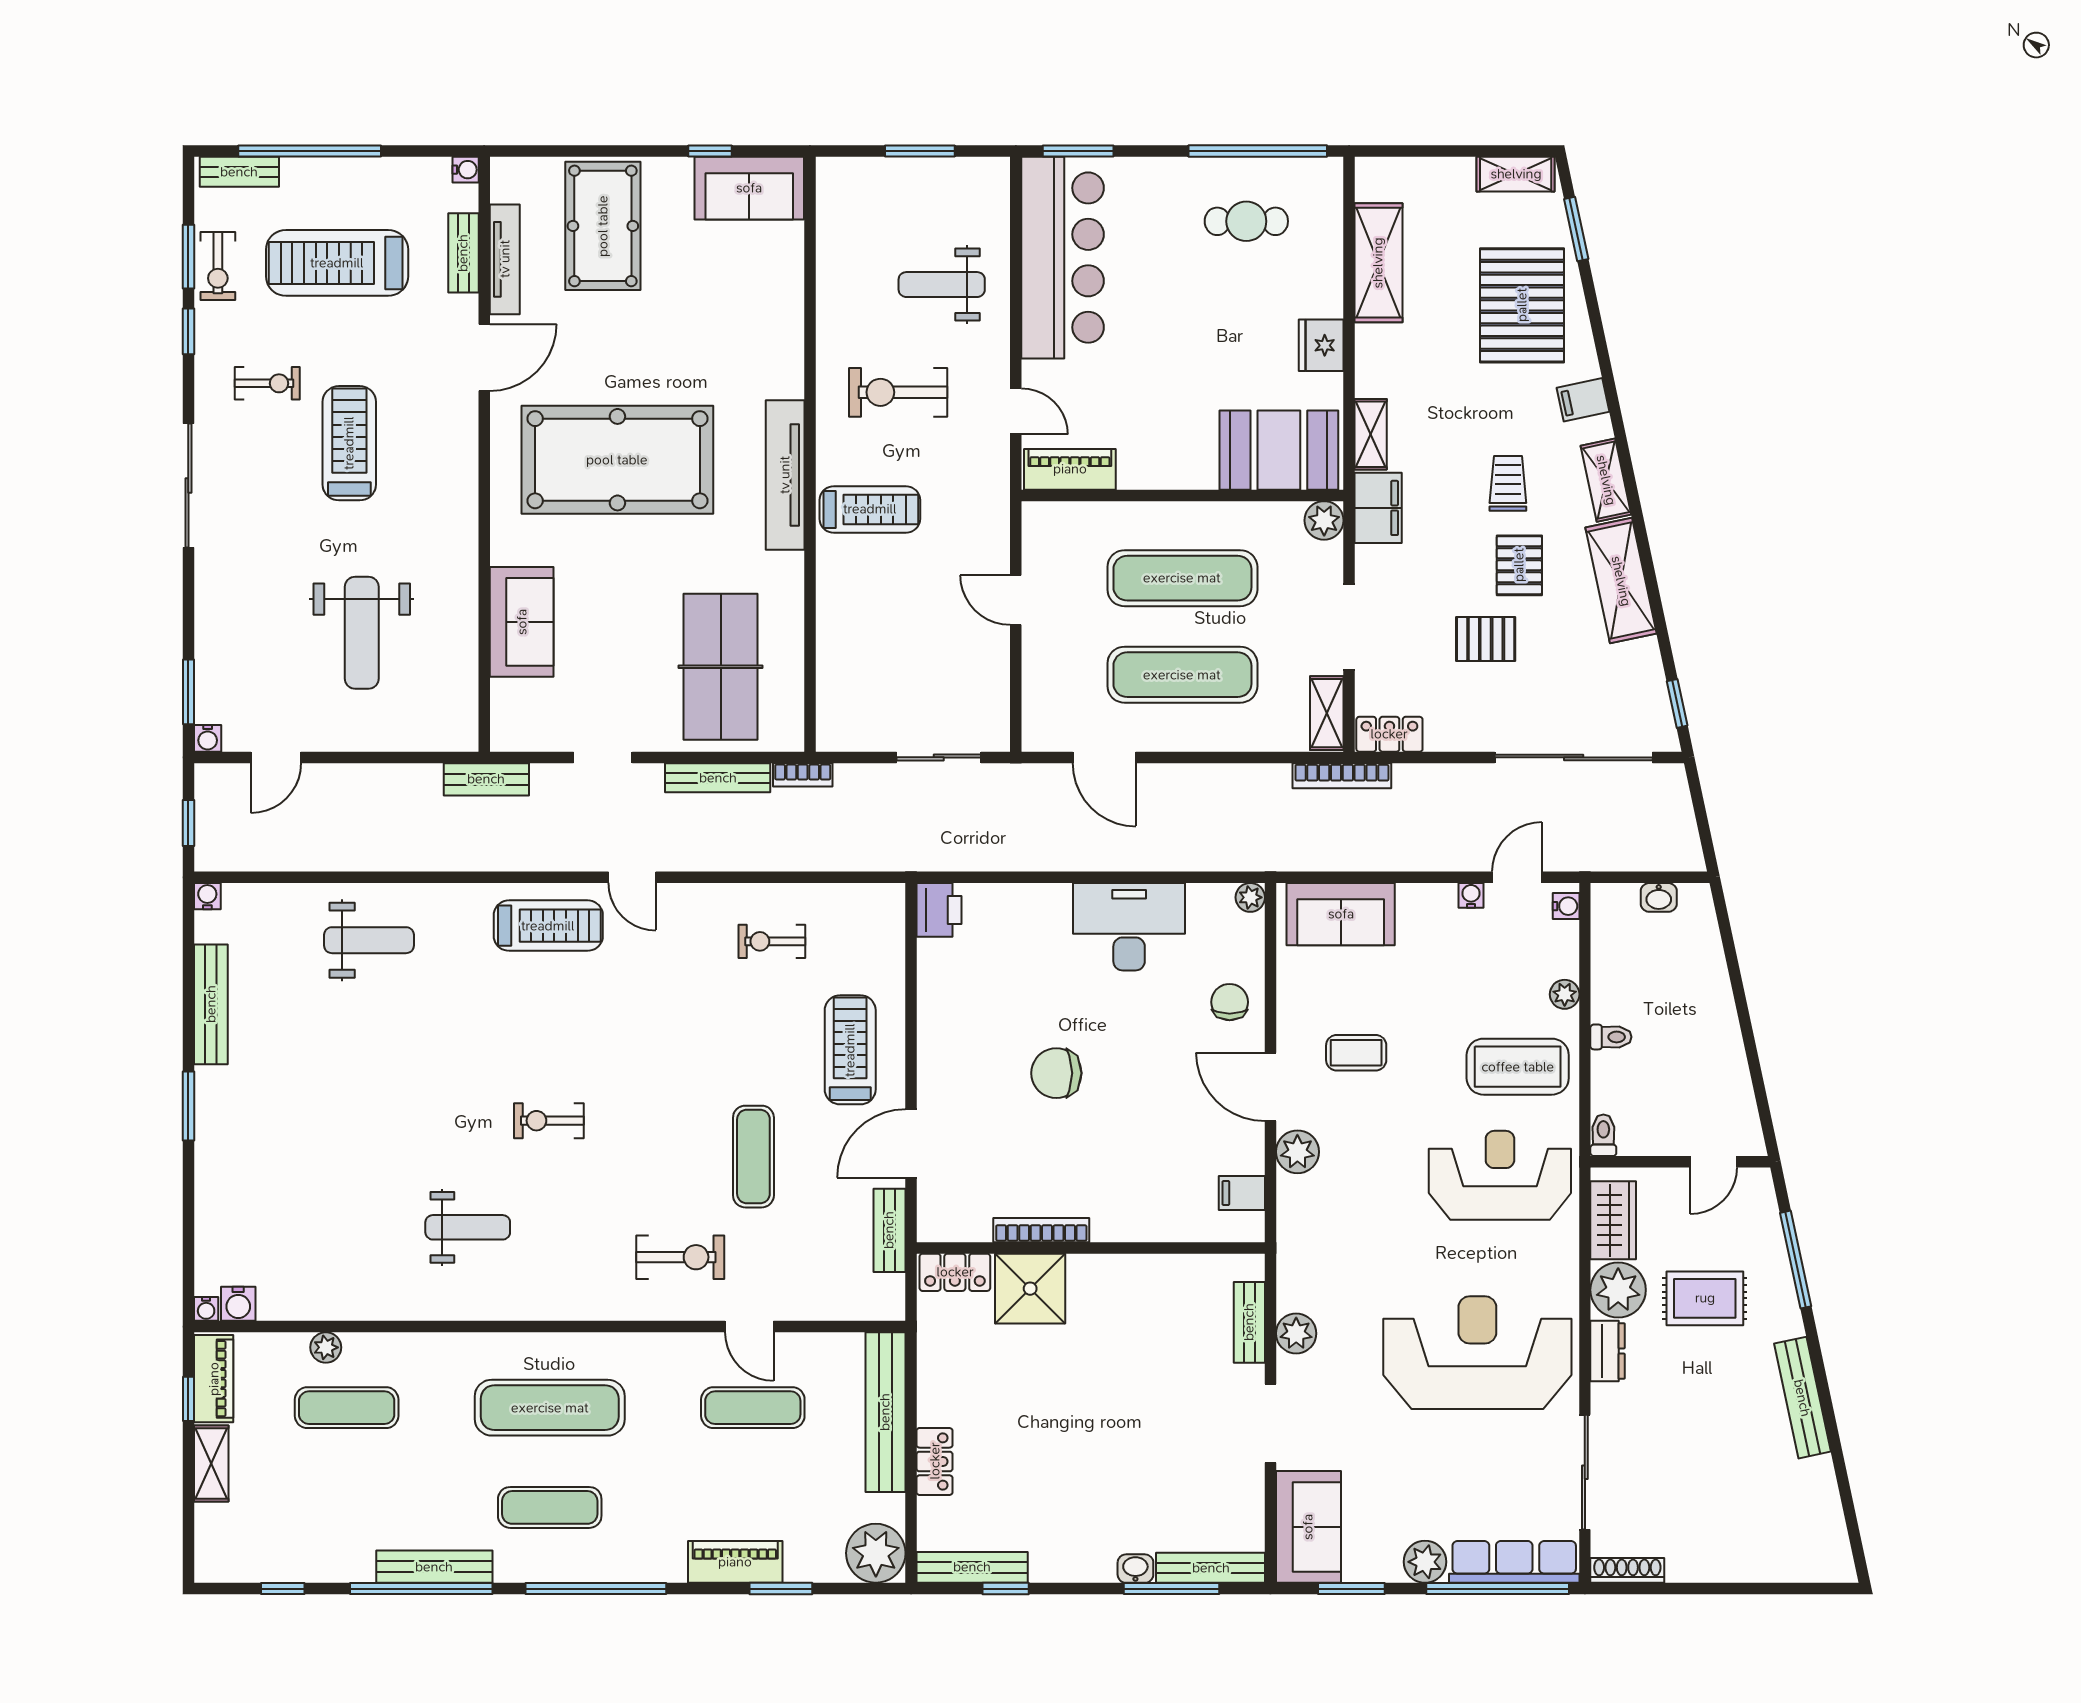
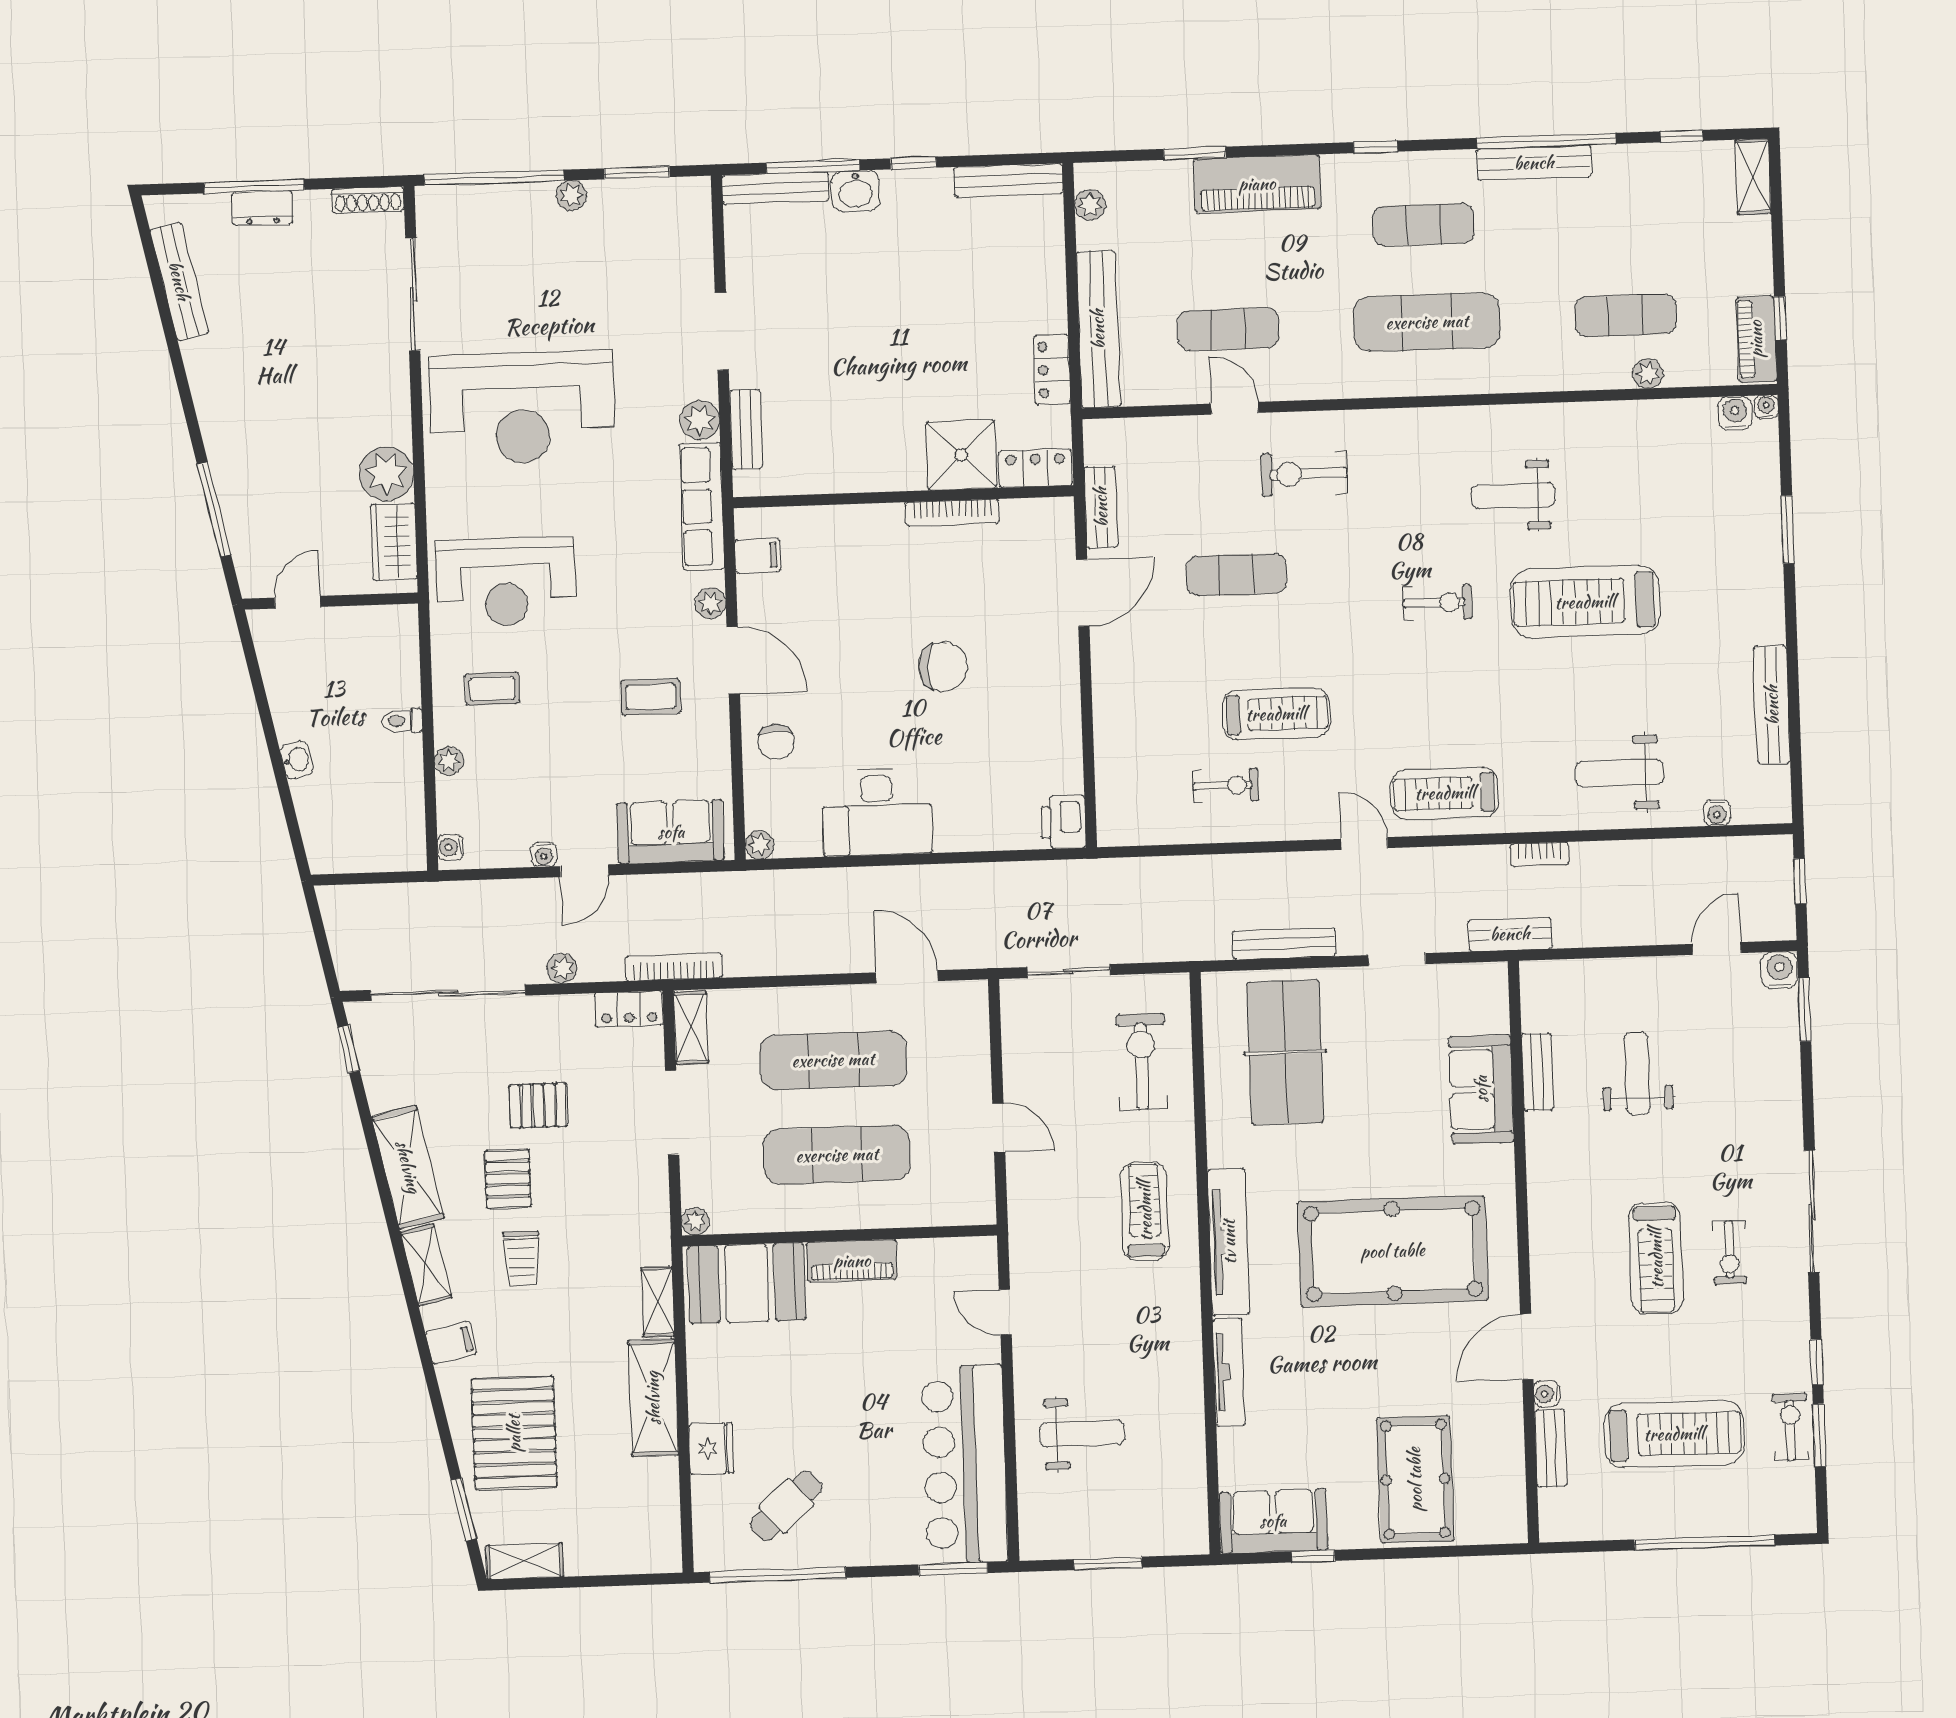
water cooler: (466, 170) -> (1547, 1394), moved
bench: (239, 172) -> (1537, 1072), moved, turned 90
cafe table: (1246, 221) -> (786, 1506), turned -42
tv unit: (505, 259) -> (1229, 1372), moved, turned 180
shelving: (1378, 263) -> (653, 1398), moved
fridge: (1321, 345) -> (711, 1448), moved
exercise bike: (267, 383) -> (1730, 1253), moved, turned -90
exercise bike: (898, 392) -> (1141, 1062), moved, turned -90
piano: (1070, 469) -> (852, 1261), moved
filing cabinet: (1378, 508) -> (648, 1230), removed
treadmill: (870, 509) -> (1145, 1211), turned 90
plant: (1324, 520) -> (695, 1221), width x0.73, depth x0.73
weight bench: (362, 633) -> (1637, 1073), width x0.73, depth x0.75
water cooler: (208, 738) -> (1779, 970), width x1.38, depth x1.38
bookcase: (803, 775) -> (1539, 854), moved, turned 180
plant: (1456, 778) -> (562, 968), added
door: (1517, 877) -> (585, 871), moved
water cooler: (207, 896) -> (1717, 813), moved
washbasin: (1659, 897) -> (297, 760), moved, turned 78
treadmill: (850, 1050) -> (1276, 714), moved, turned -90
coffee table: (1518, 1067) -> (492, 689), width x0.54, depth x0.58
window: (188, 1106) -> (1788, 530), moved
treadmill: (398, 1117) -> (1585, 602), added
toilet: (1603, 1135) -> (406, 624), removed
plant: (1297, 1152) -> (711, 603), width x0.73, depth x0.73
exercise mat: (753, 1157) -> (1236, 575), turned 90
rug: (1705, 1298) -> (301, 468), removed
dresser: (1608, 1351) -> (262, 208), moved, turned -90
bench: (1802, 1398) -> (179, 281), moved
locker: (935, 1461) -> (1052, 370), moved
shelving: (211, 1463) -> (1753, 177), moved
sofa: (1308, 1527) -> (681, 231), removed
plant: (876, 1553) -> (1090, 205), width x0.53, depth x0.53
piano: (735, 1562) -> (1257, 184), width x1.37, depth x1.33
plant: (1425, 1562) -> (571, 196), width x0.73, depth x0.73
row of seats: (1514, 1562) -> (702, 506), moved, turned 90
washbasin: (1135, 1569) -> (856, 191), width x1.38, depth x1.45
window: (596, 1589) -> (1376, 147), width x0.32
window: (1006, 1589) -> (913, 163), moved
window: (1743, 1589) -> (254, 186), added

